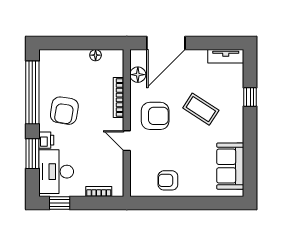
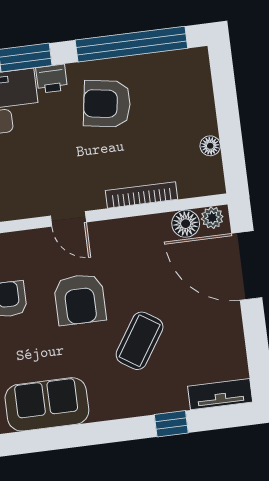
tv unit: (226, 56) -> (220, 394), moved, turned 90
plant: (136, 59) -> (212, 218), added
armchair: (155, 116) -> (80, 299), moved
door: (127, 141) -> (68, 219), swing flipped

